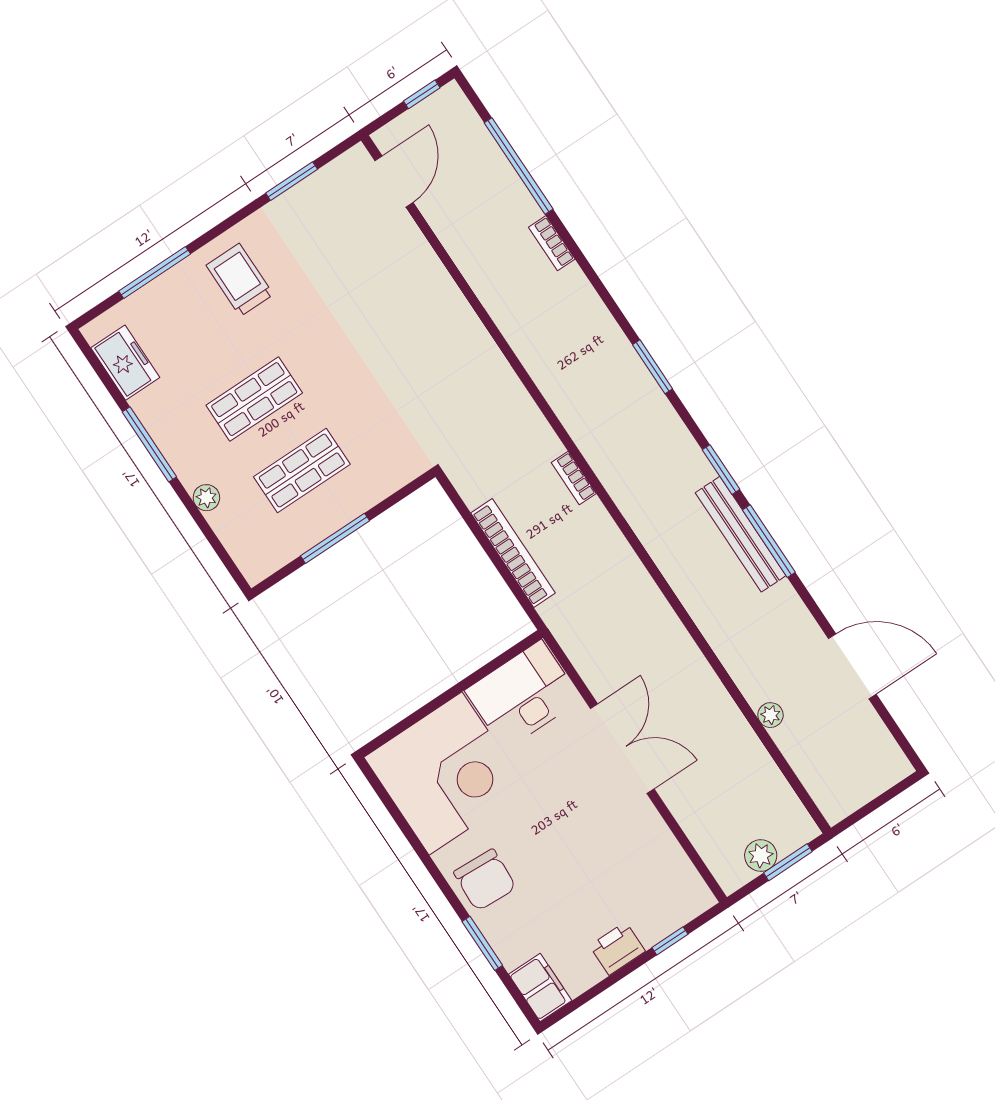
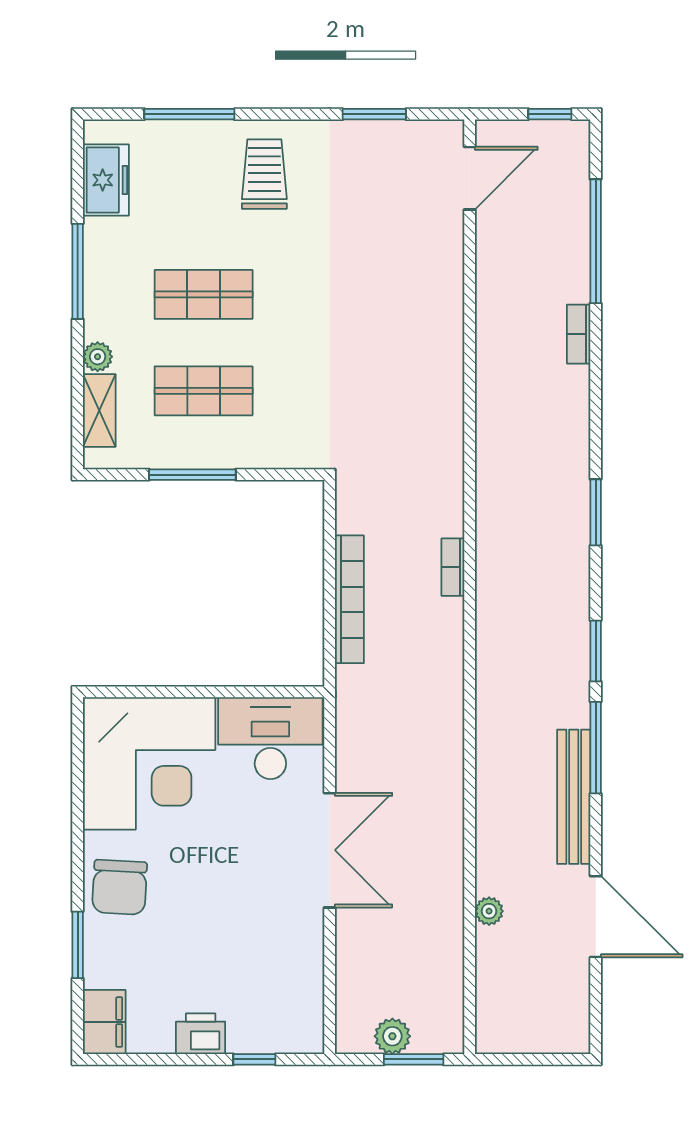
bench: (741, 534) -> (574, 797), moved
shelving: (234, 537) -> (99, 411), added

